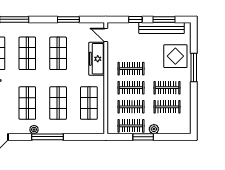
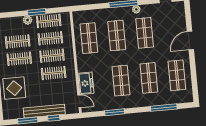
bench: (162, 28) -> (44, 111), moved
freezer: (97, 59) -> (86, 83), width x0.71

